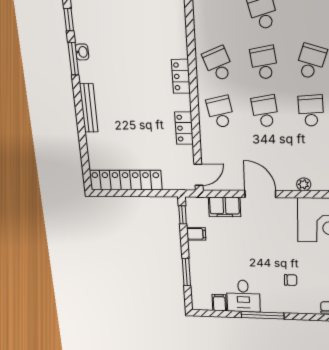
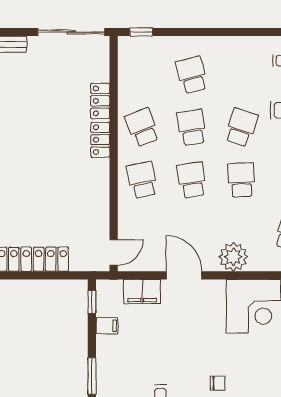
locker: (184, 128) -> (100, 101), moved
plant: (304, 184) -> (233, 257), width x1.87, depth x1.87

